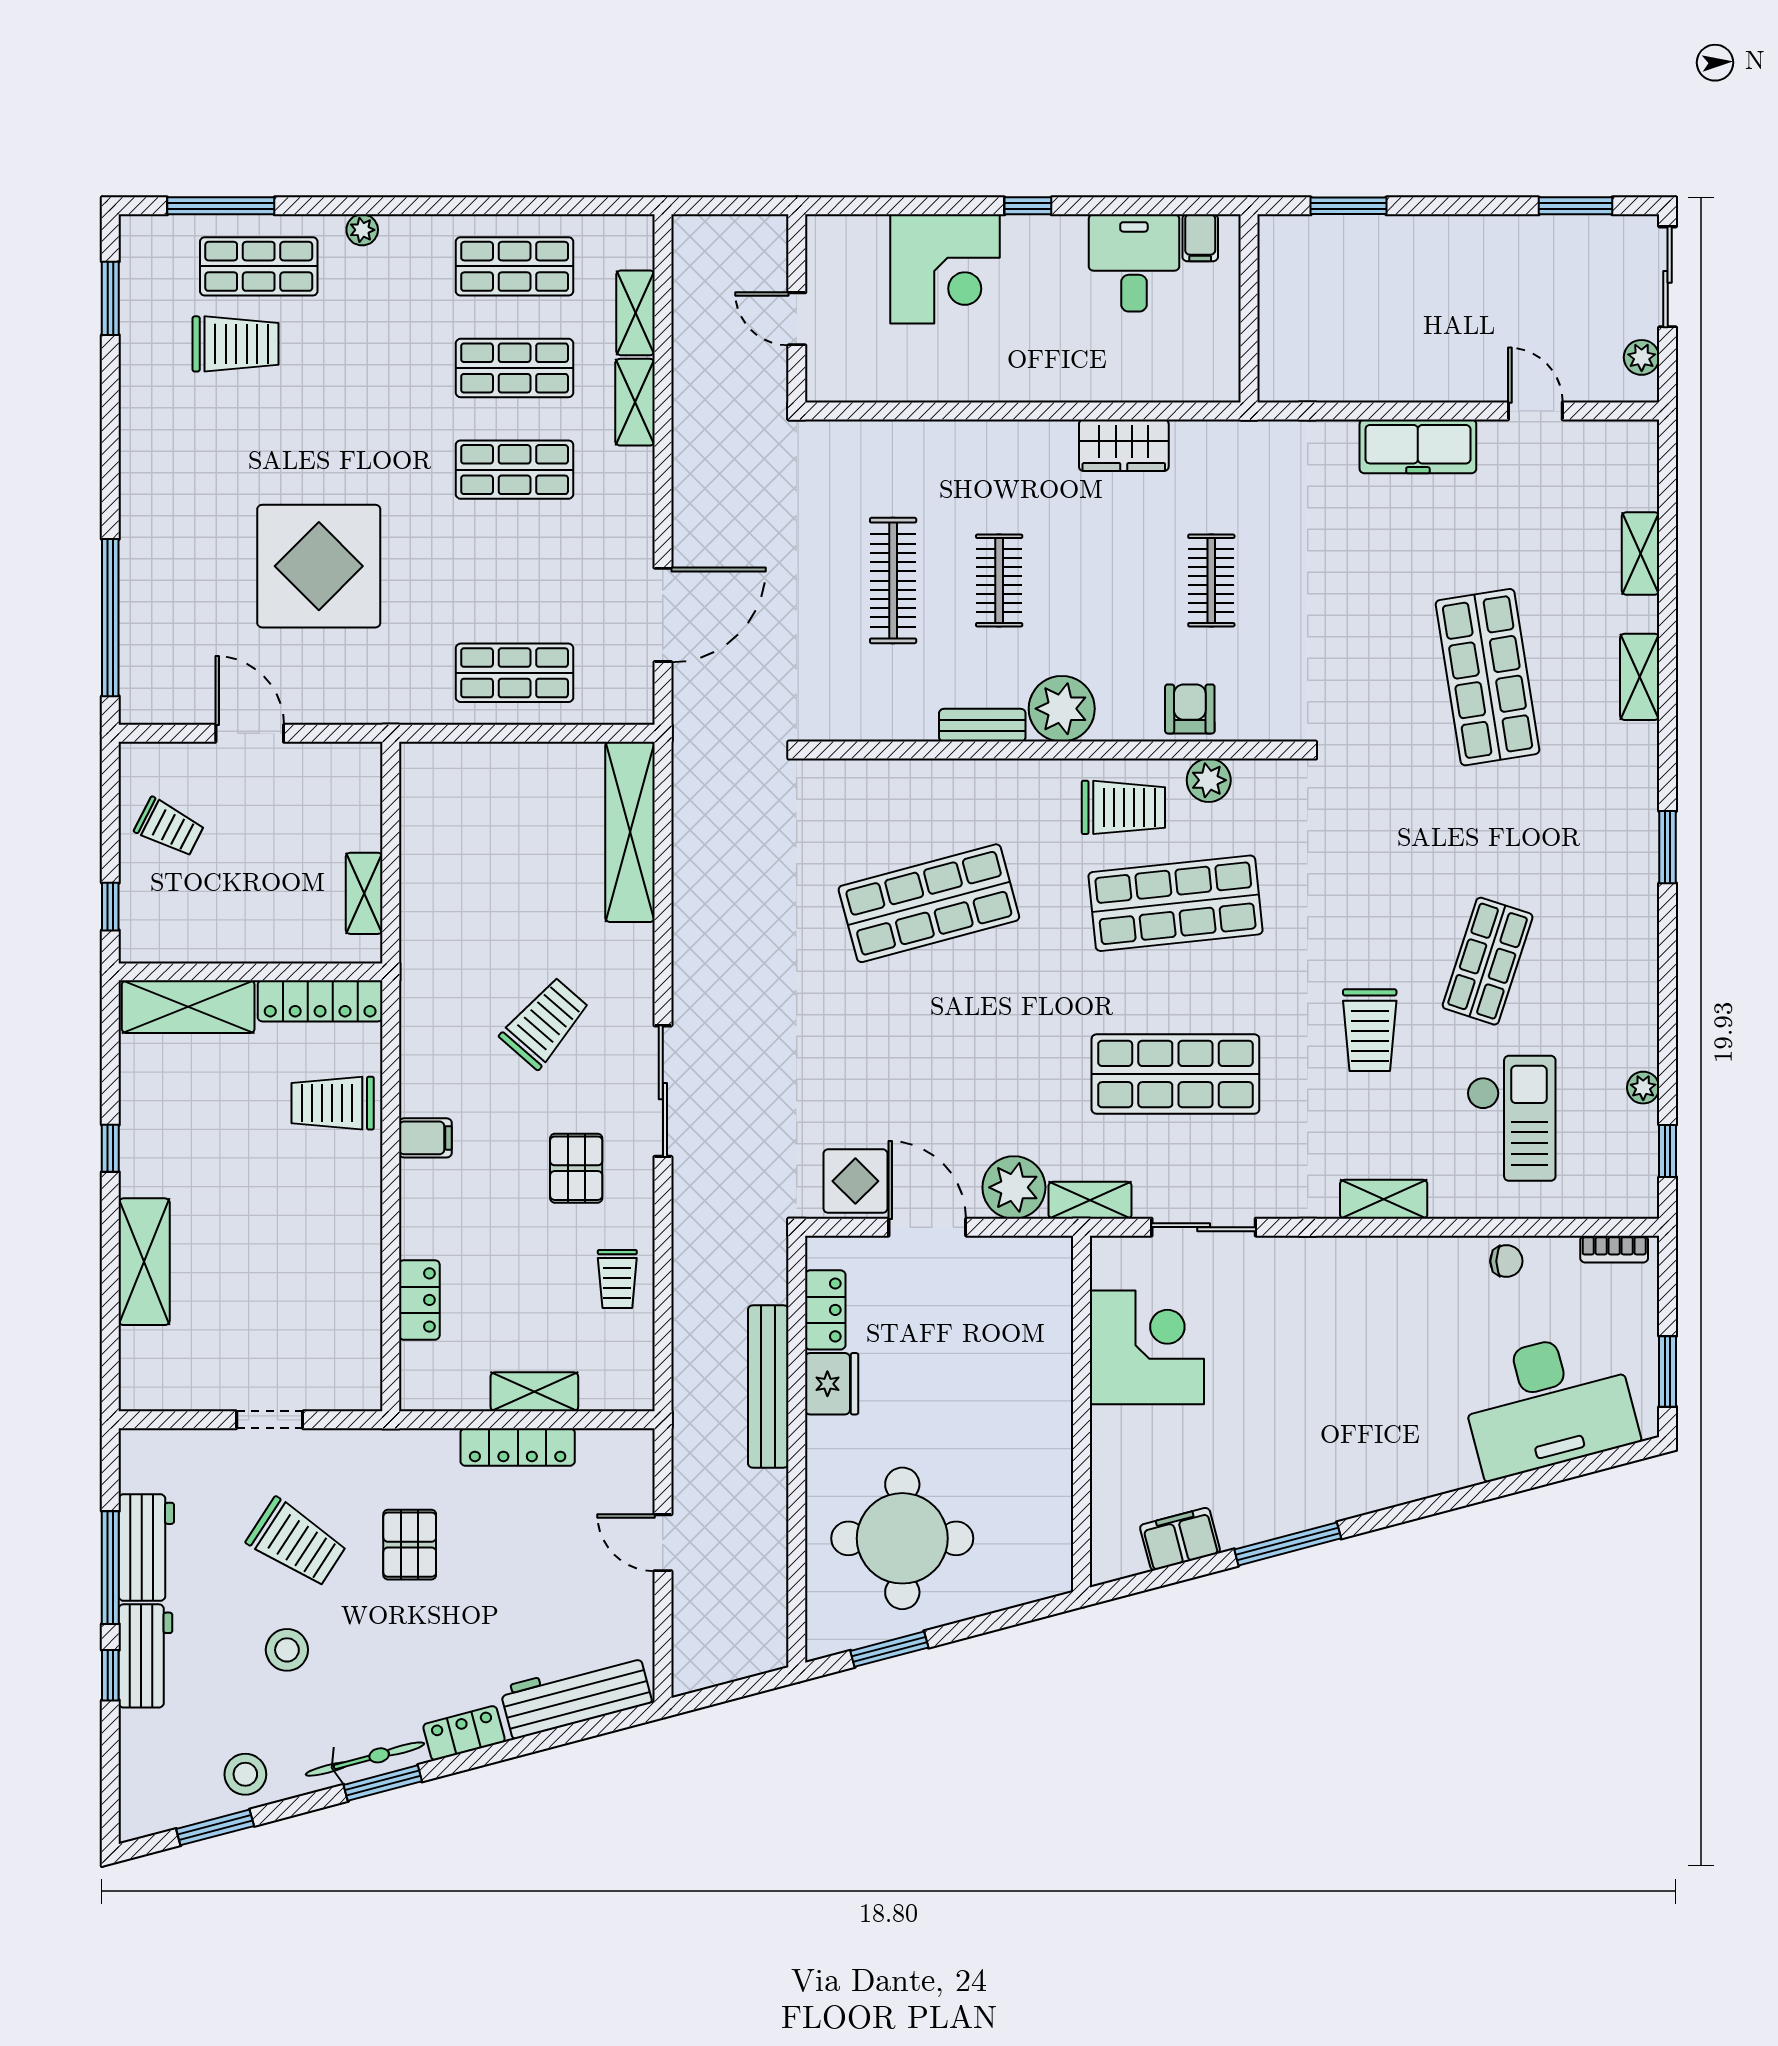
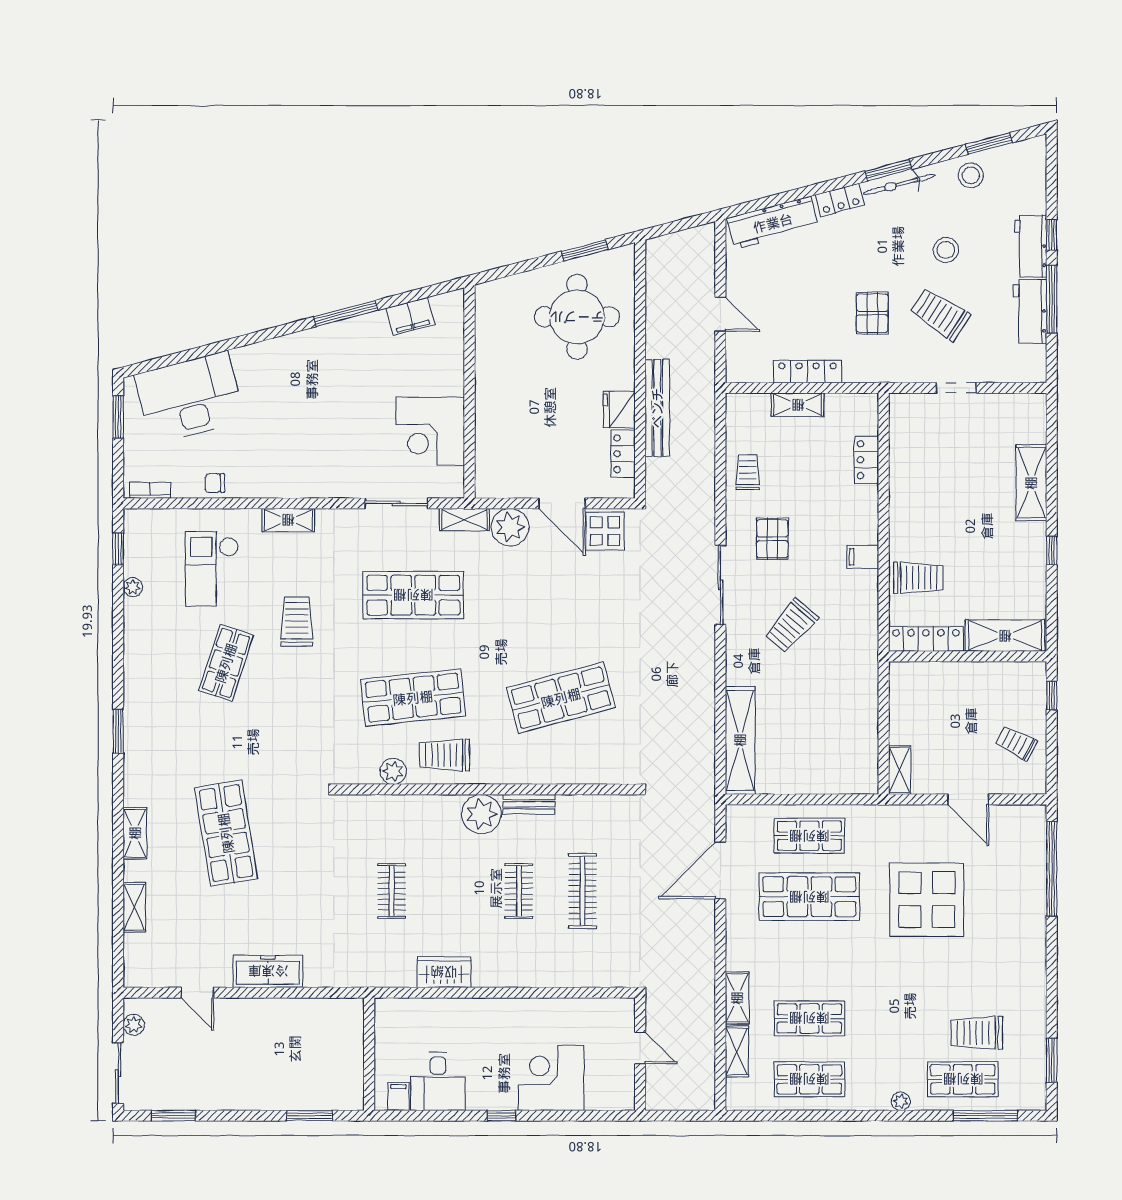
shop shelf: (515, 470) -> (809, 897), moved, width x1.43, depth x1.36
armchair: (1190, 709) -> (405, 814), removed
shelving: (364, 893) -> (900, 770), moved

